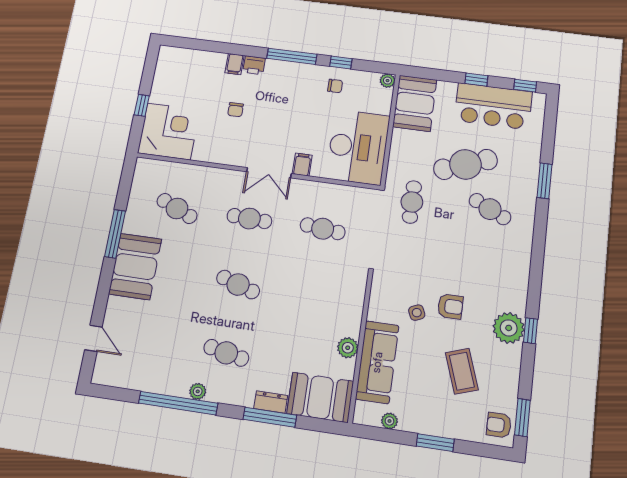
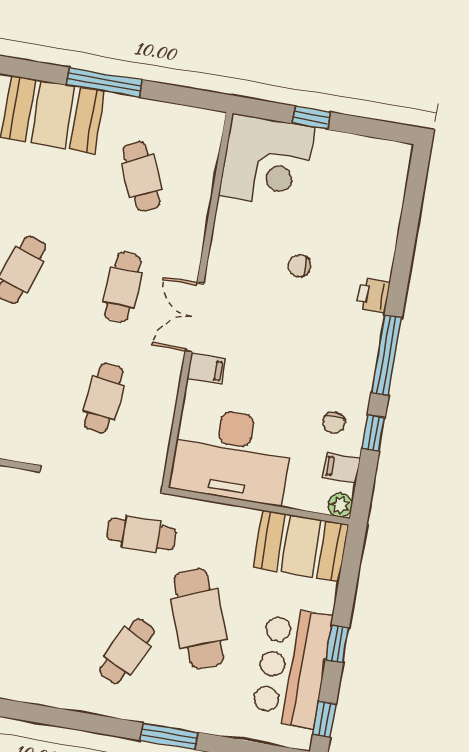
filing cabinet: (235, 64) -> (341, 468), moved
cafe table: (177, 208) -> (141, 176), turned -48

